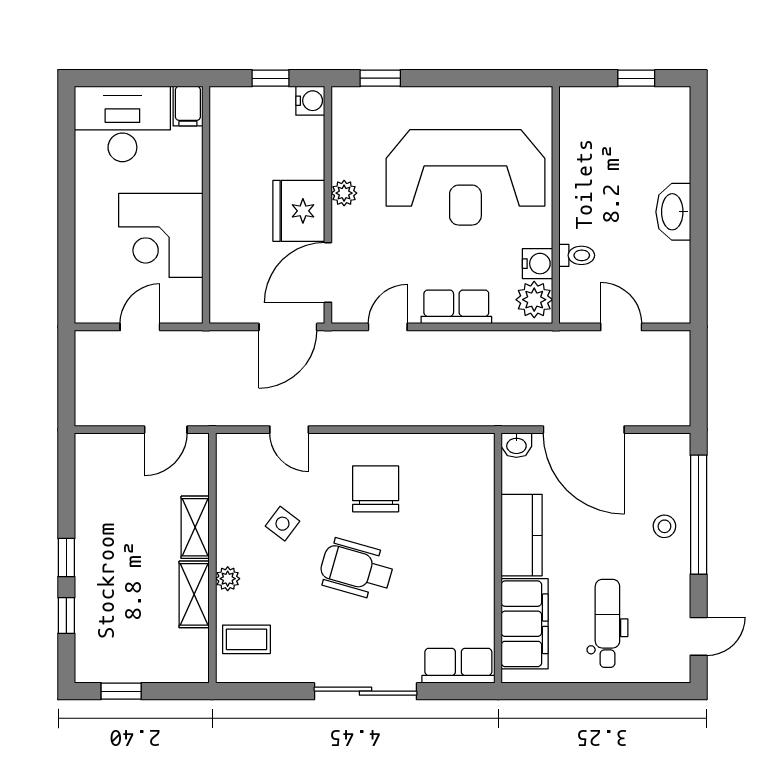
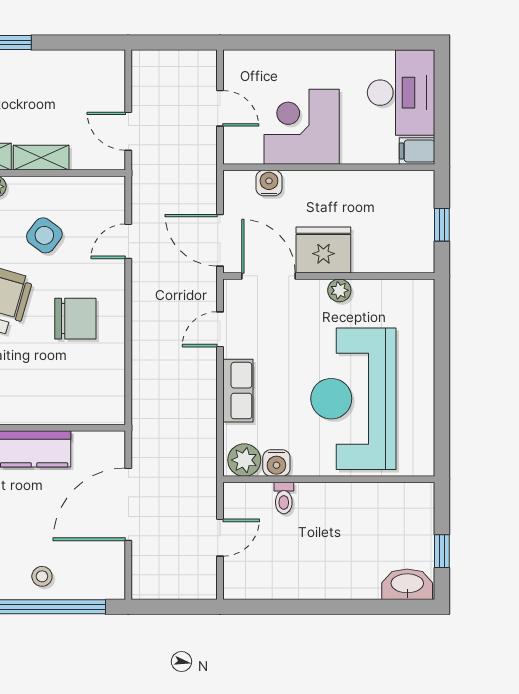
window: (380, 78) -> (442, 323), removed
water cooler: (310, 101) -> (269, 183), moved, turned 180
washbasin: (673, 212) -> (407, 584), moved
door: (388, 327) -> (220, 329), swing flipped
washbasin: (516, 445) -> (114, 444), removed
side table: (282, 524) -> (44, 235), width x1.37, depth x1.37

